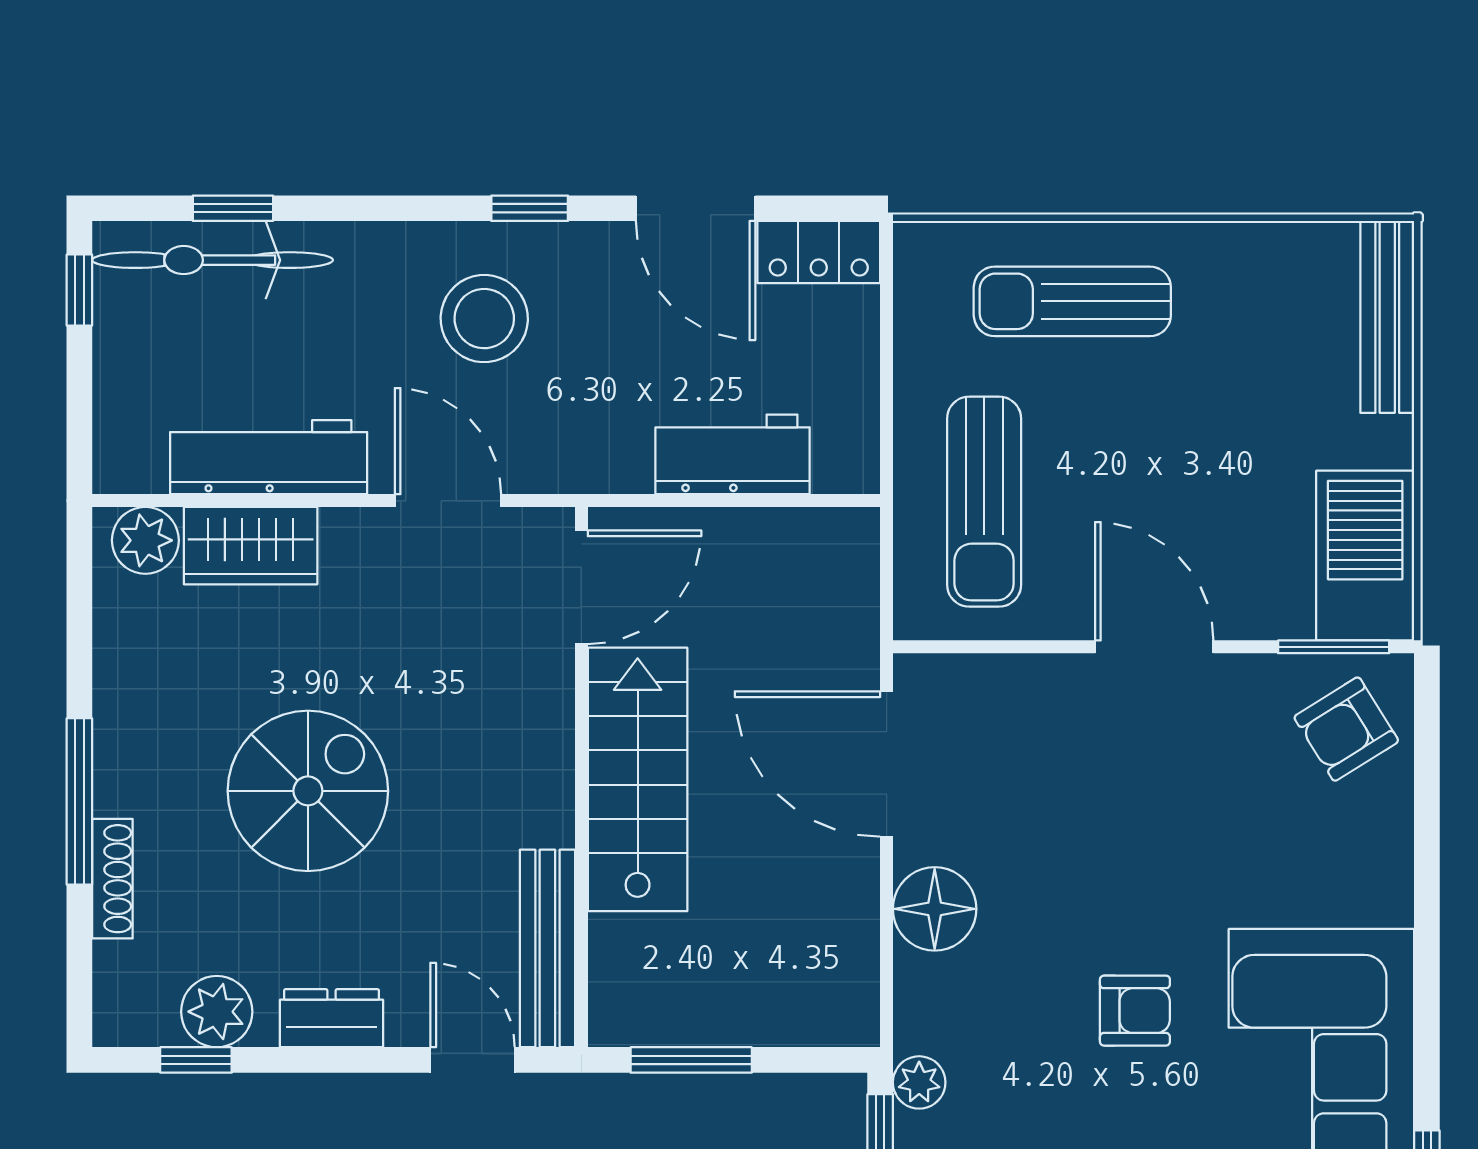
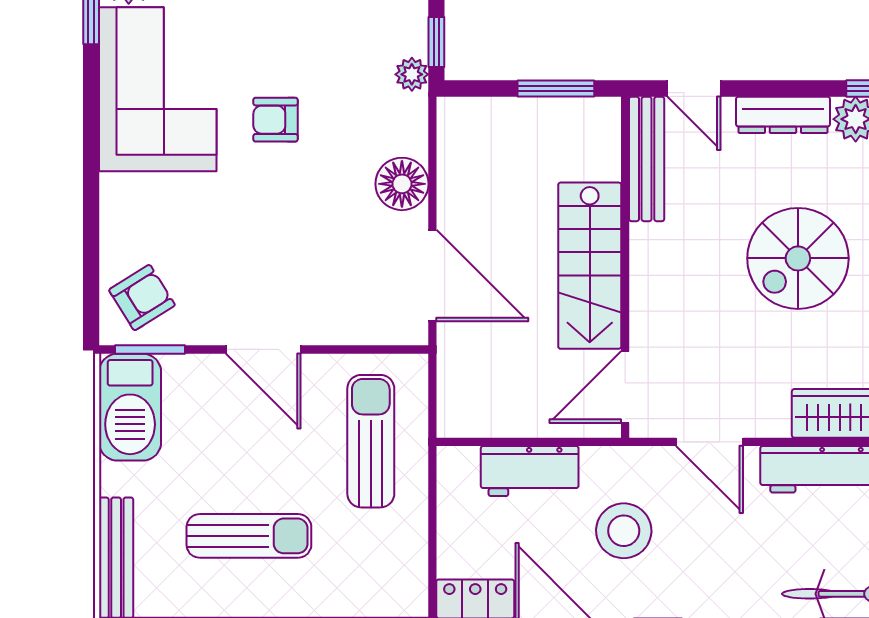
sun lounger: (1072, 301) -> (249, 536), moved
stool: (484, 319) -> (624, 531), moved
dresser: (332, 1018) -> (783, 115), width x1.44

